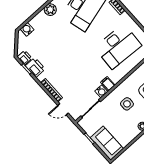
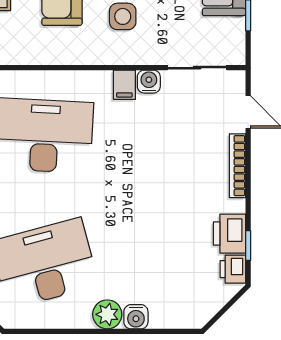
water cooler: (27, 29) -> (136, 317), moved

